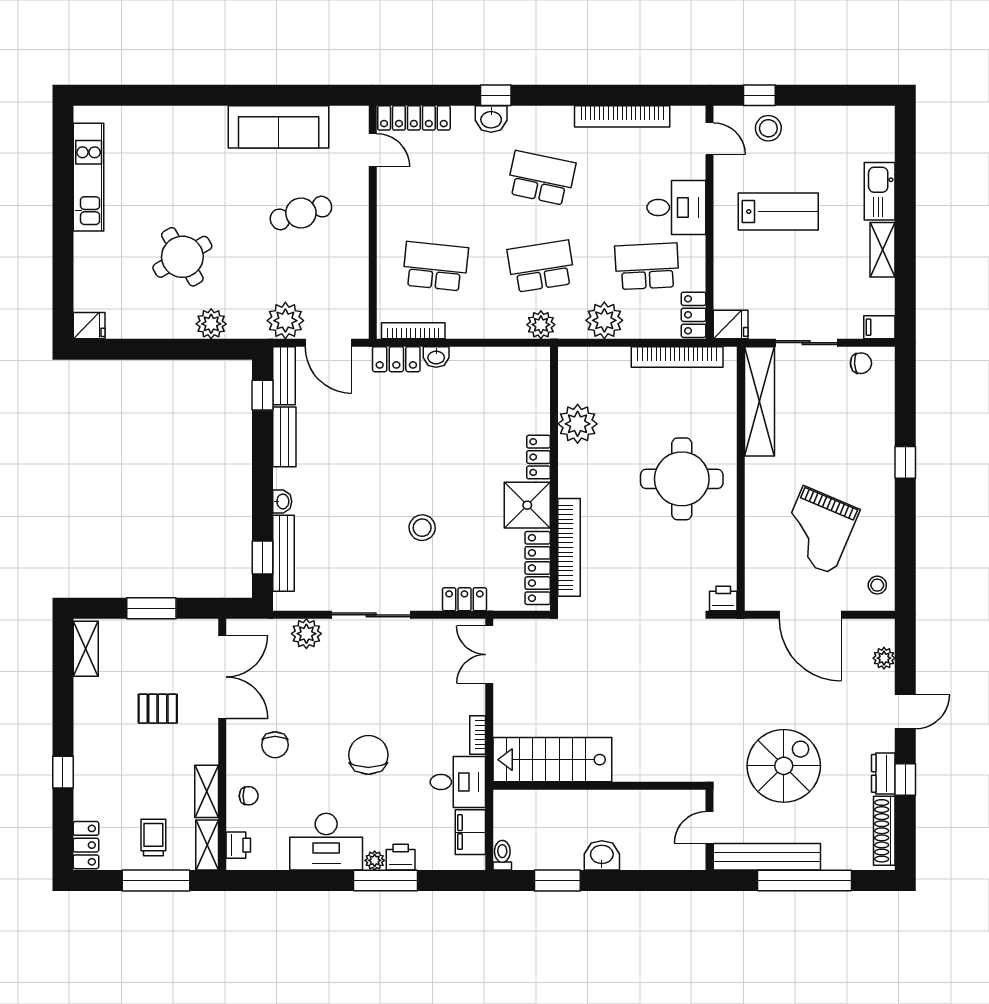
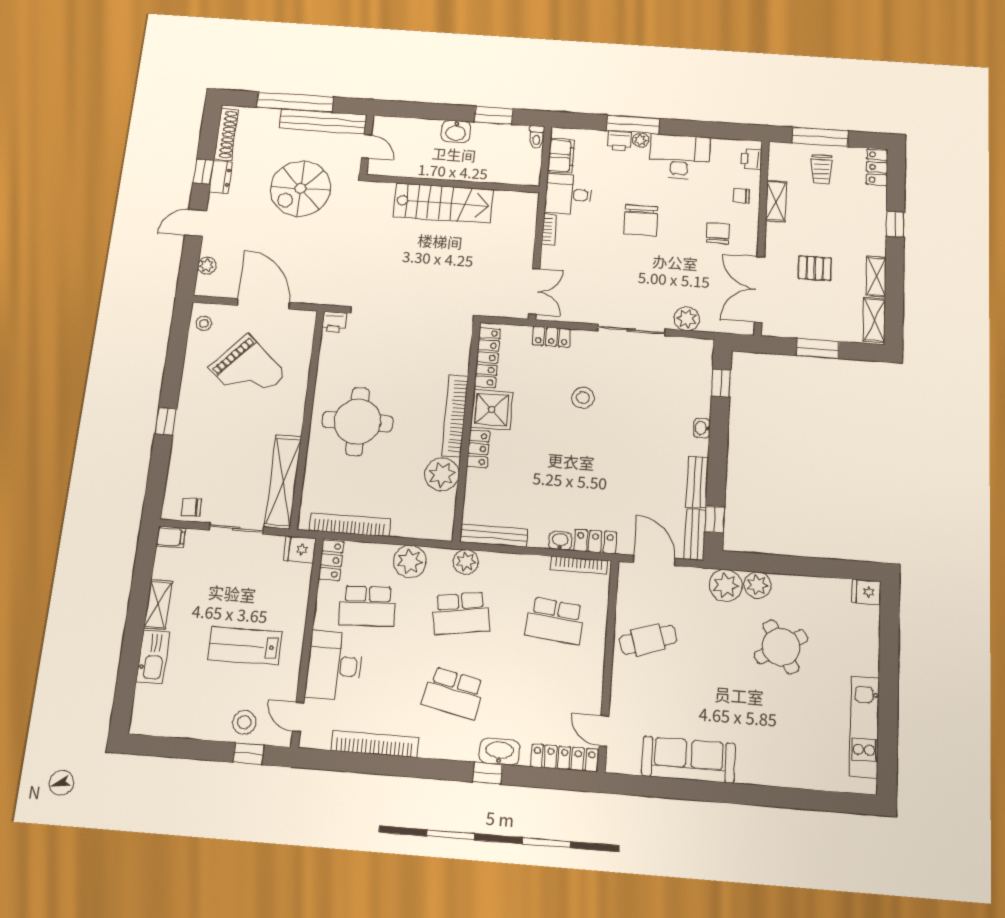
washbasin: (491, 119) -> (499, 752), width x1.38
desk: (676, 208) -> (334, 666), width x1.37
cafe table: (301, 213) -> (648, 640), moved
plant: (285, 321) -> (726, 586), moved
grand piano: (818, 530) -> (247, 371), turned 109
bookcase: (569, 547) -> (455, 416), moved
bench: (284, 553) -> (494, 536), moved, turned 90
stairs: (552, 760) -> (443, 203), moved
door: (710, 827) -> (366, 146), hinge flipped
shelving: (207, 845) -> (876, 276), moved

